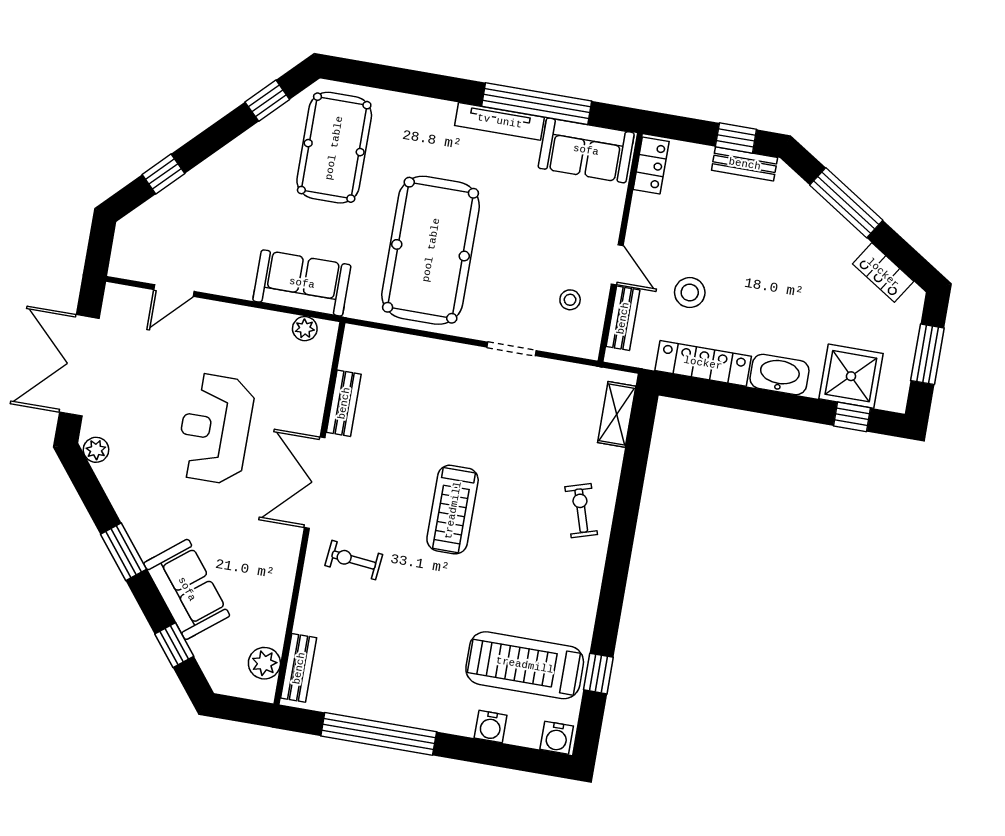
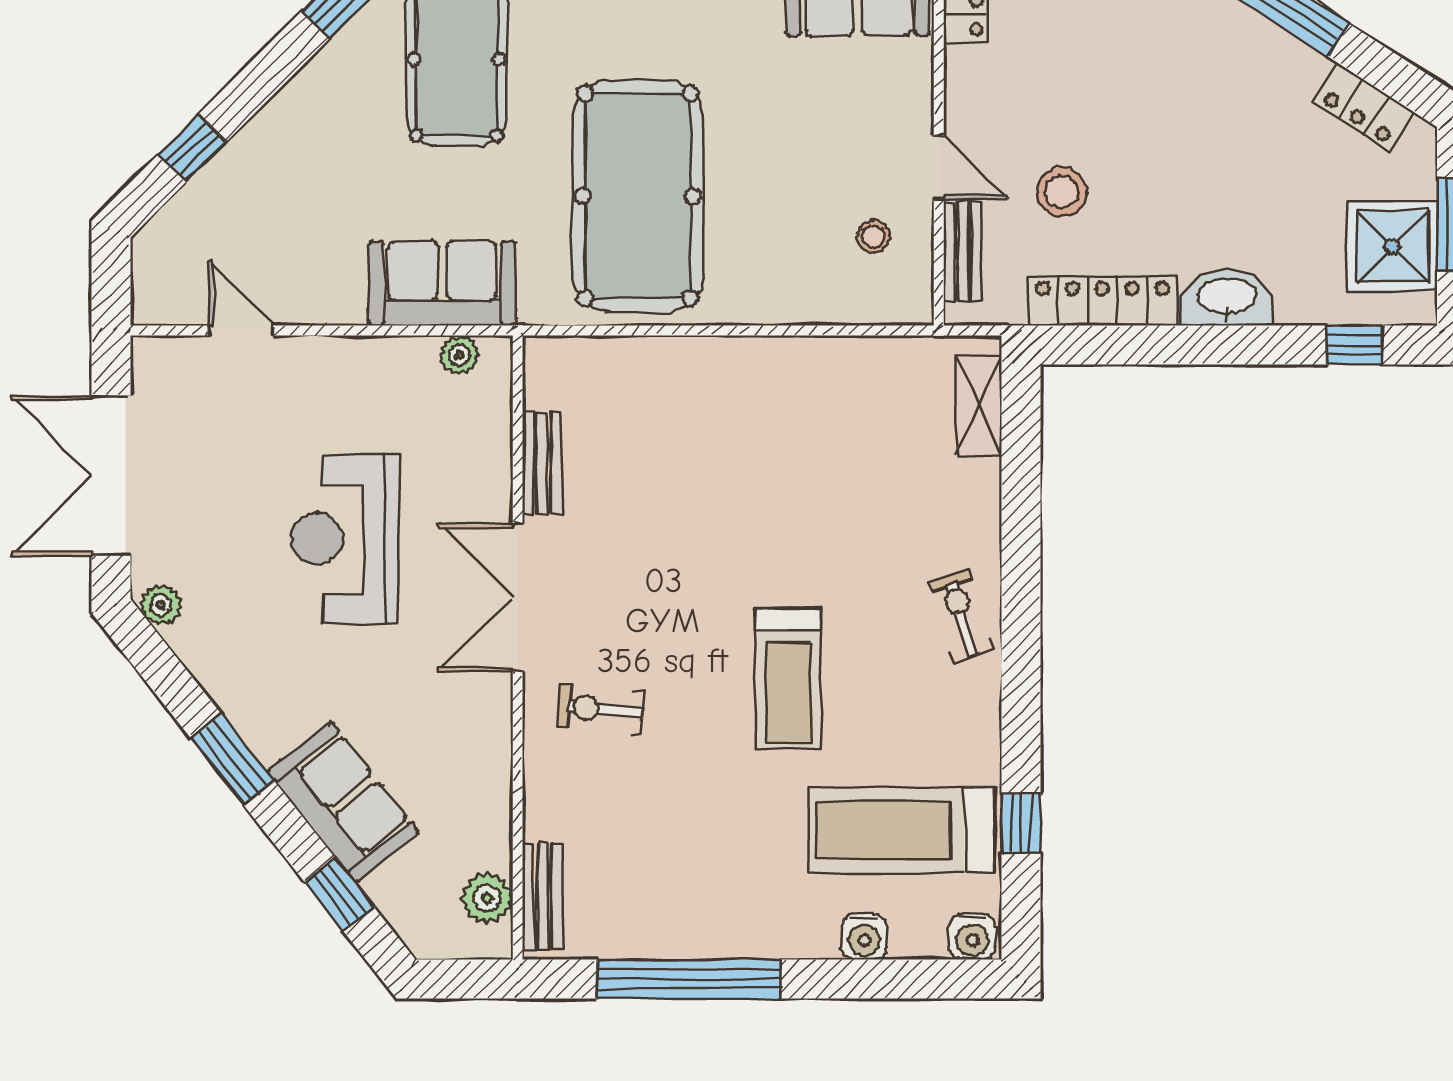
door: (174, 291) -> (241, 330), swing flipped
doorway: (512, 349) -> (794, 330), removed
shower: (851, 376) -> (1392, 246), moved
treadmill: (453, 510) -> (788, 678), moved
exercise bike: (581, 511) -> (961, 616), moved

